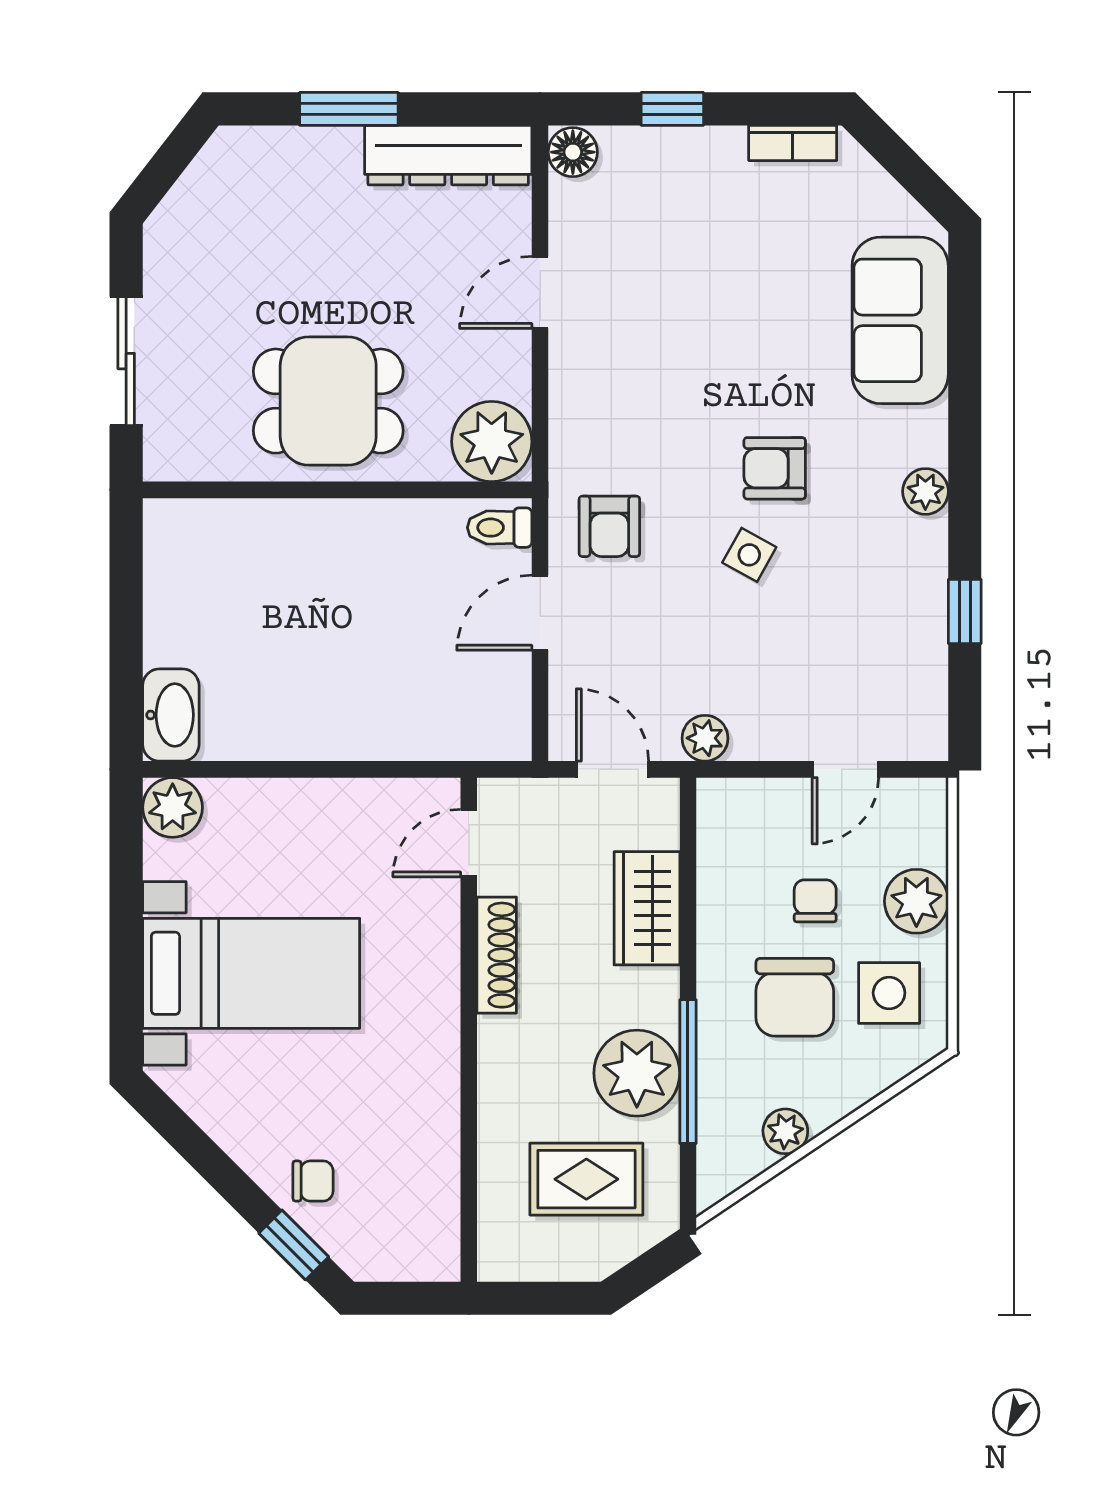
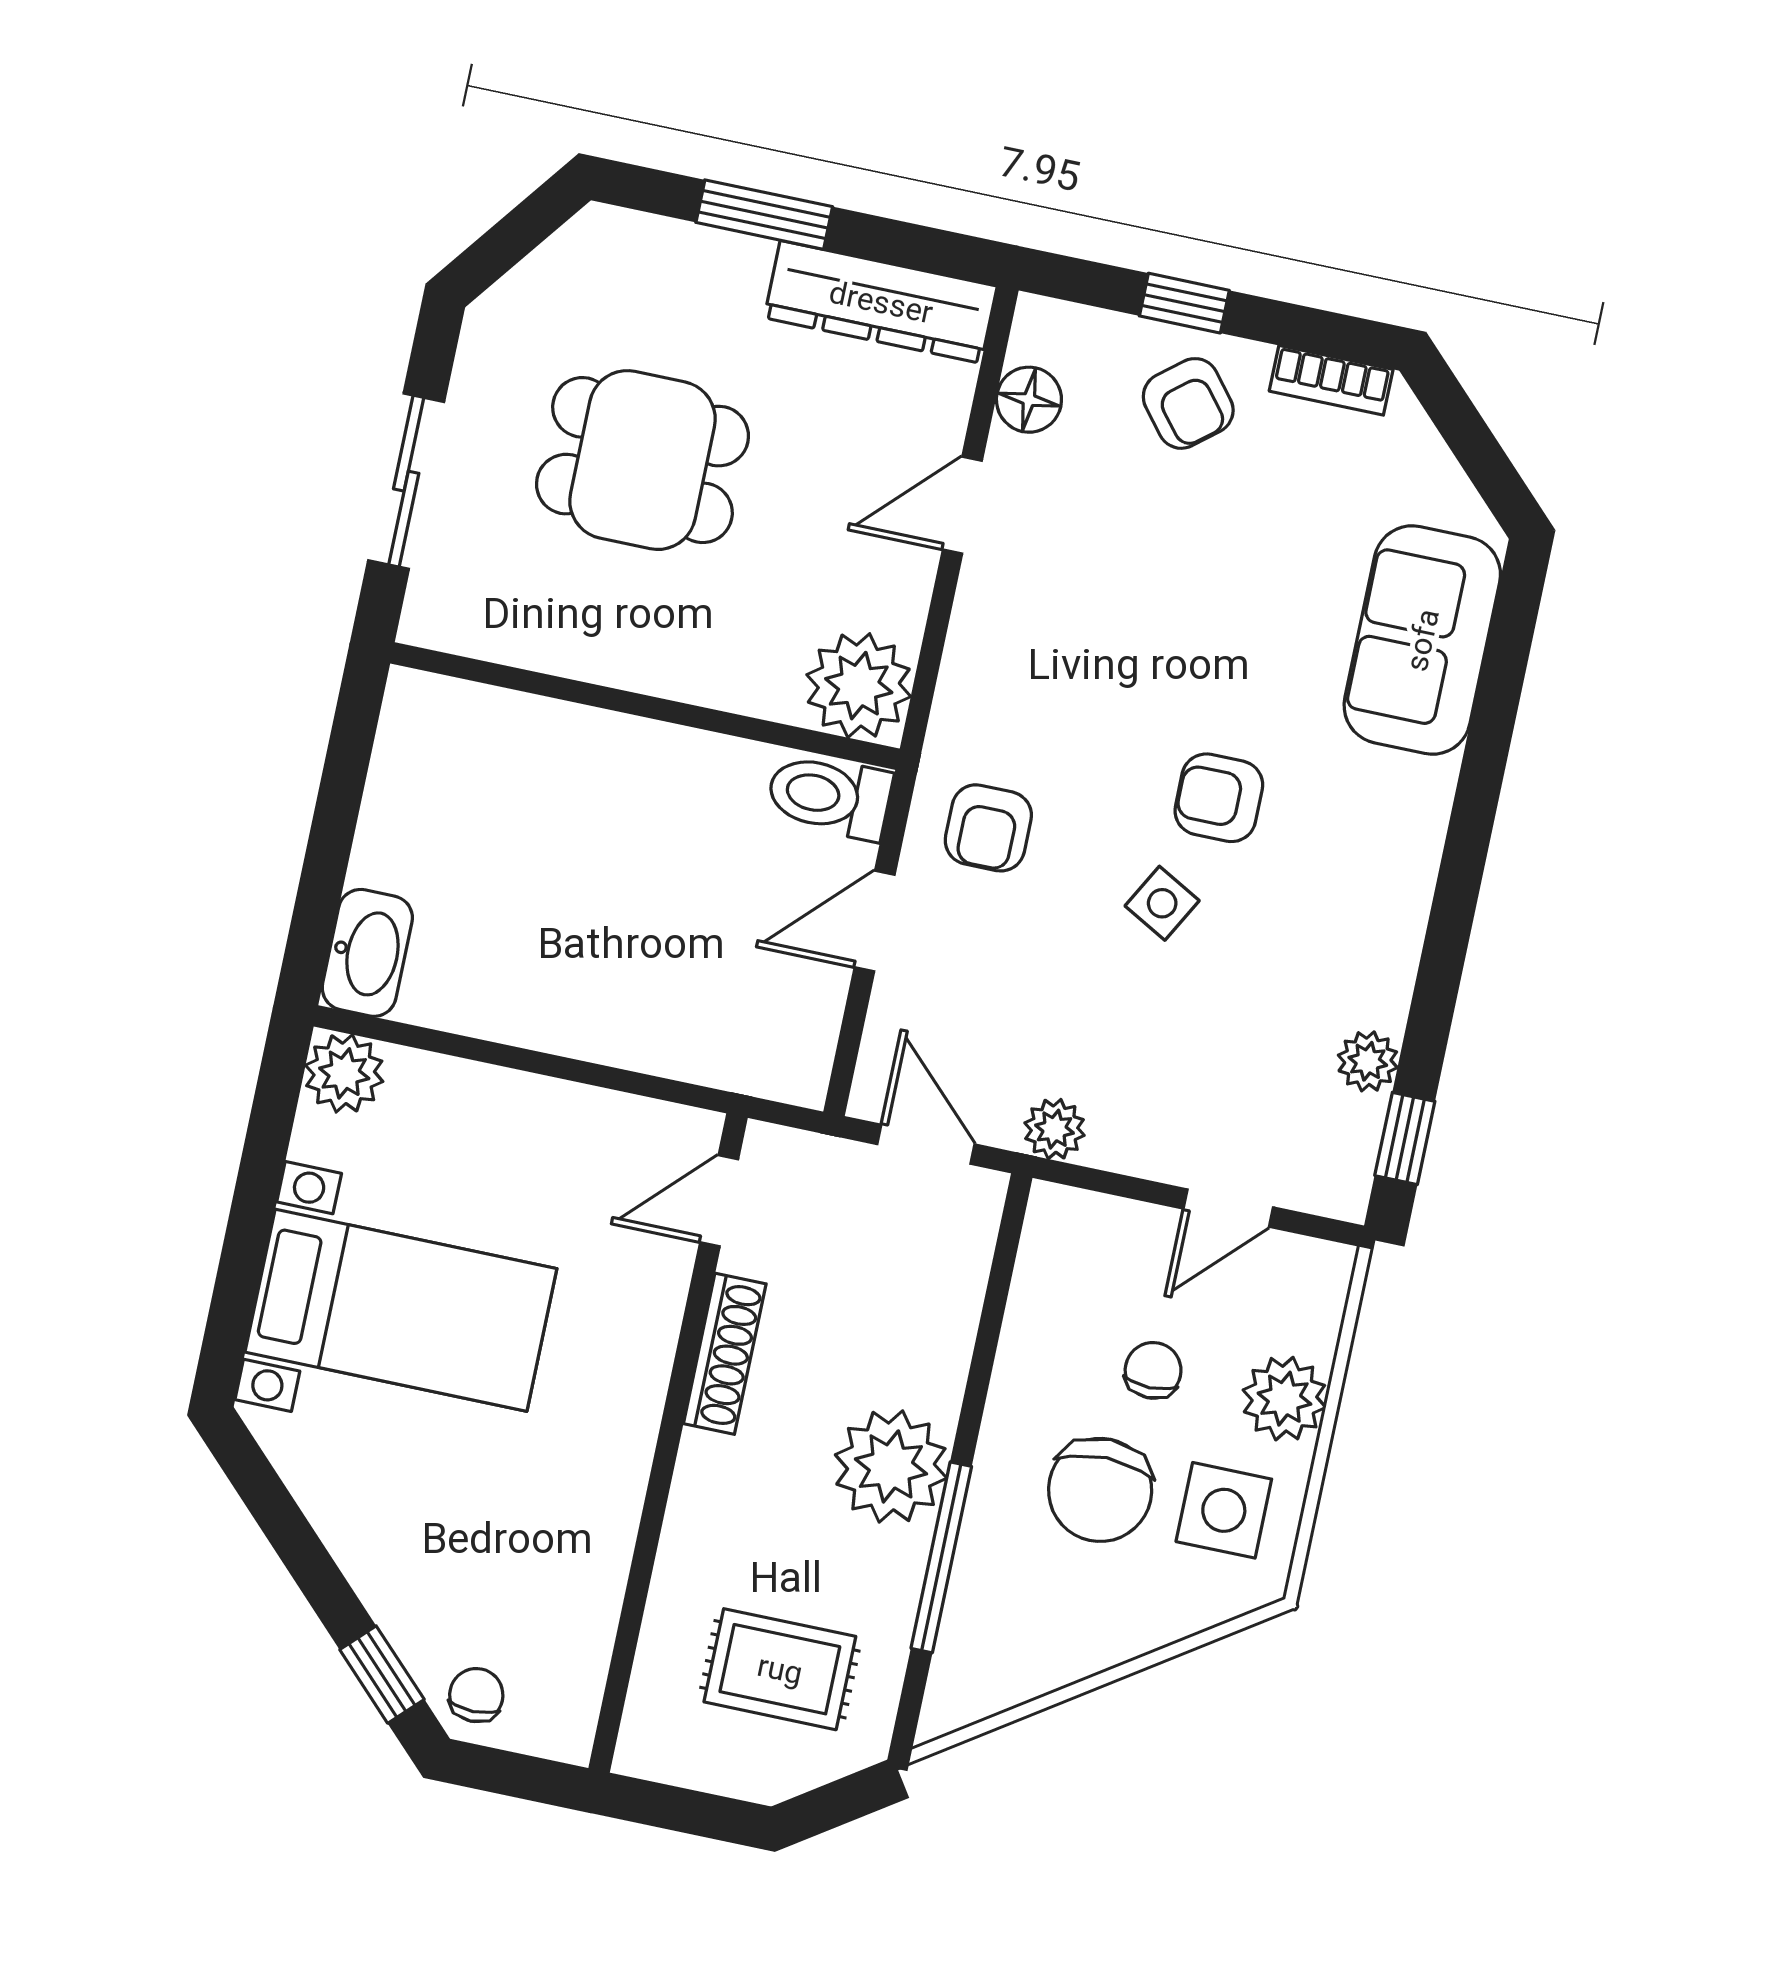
floor lamp: (573, 152) -> (1029, 400), moved
armchair: (691, 182) -> (1188, 403), added
dining table: (328, 401) -> (643, 460), moved
plant: (925, 491) -> (1368, 1061), moved
toilet: (500, 528) -> (829, 796), width x1.37, depth x1.39
window: (965, 612) -> (1405, 1138), moved
wardrobe: (647, 908) -> (933, 1334), removed
plant: (637, 1073) -> (891, 1466), moved
plant: (785, 1131) -> (1051, 1662), removed
chair: (313, 1181) -> (476, 1695), moved, turned -90

